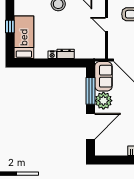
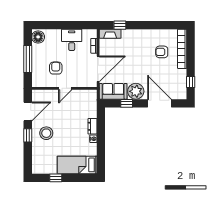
window: (10, 26) -> (56, 178), moved
window: (90, 91) -> (127, 103), width x0.46
window: (114, 160) -> (191, 82), added

